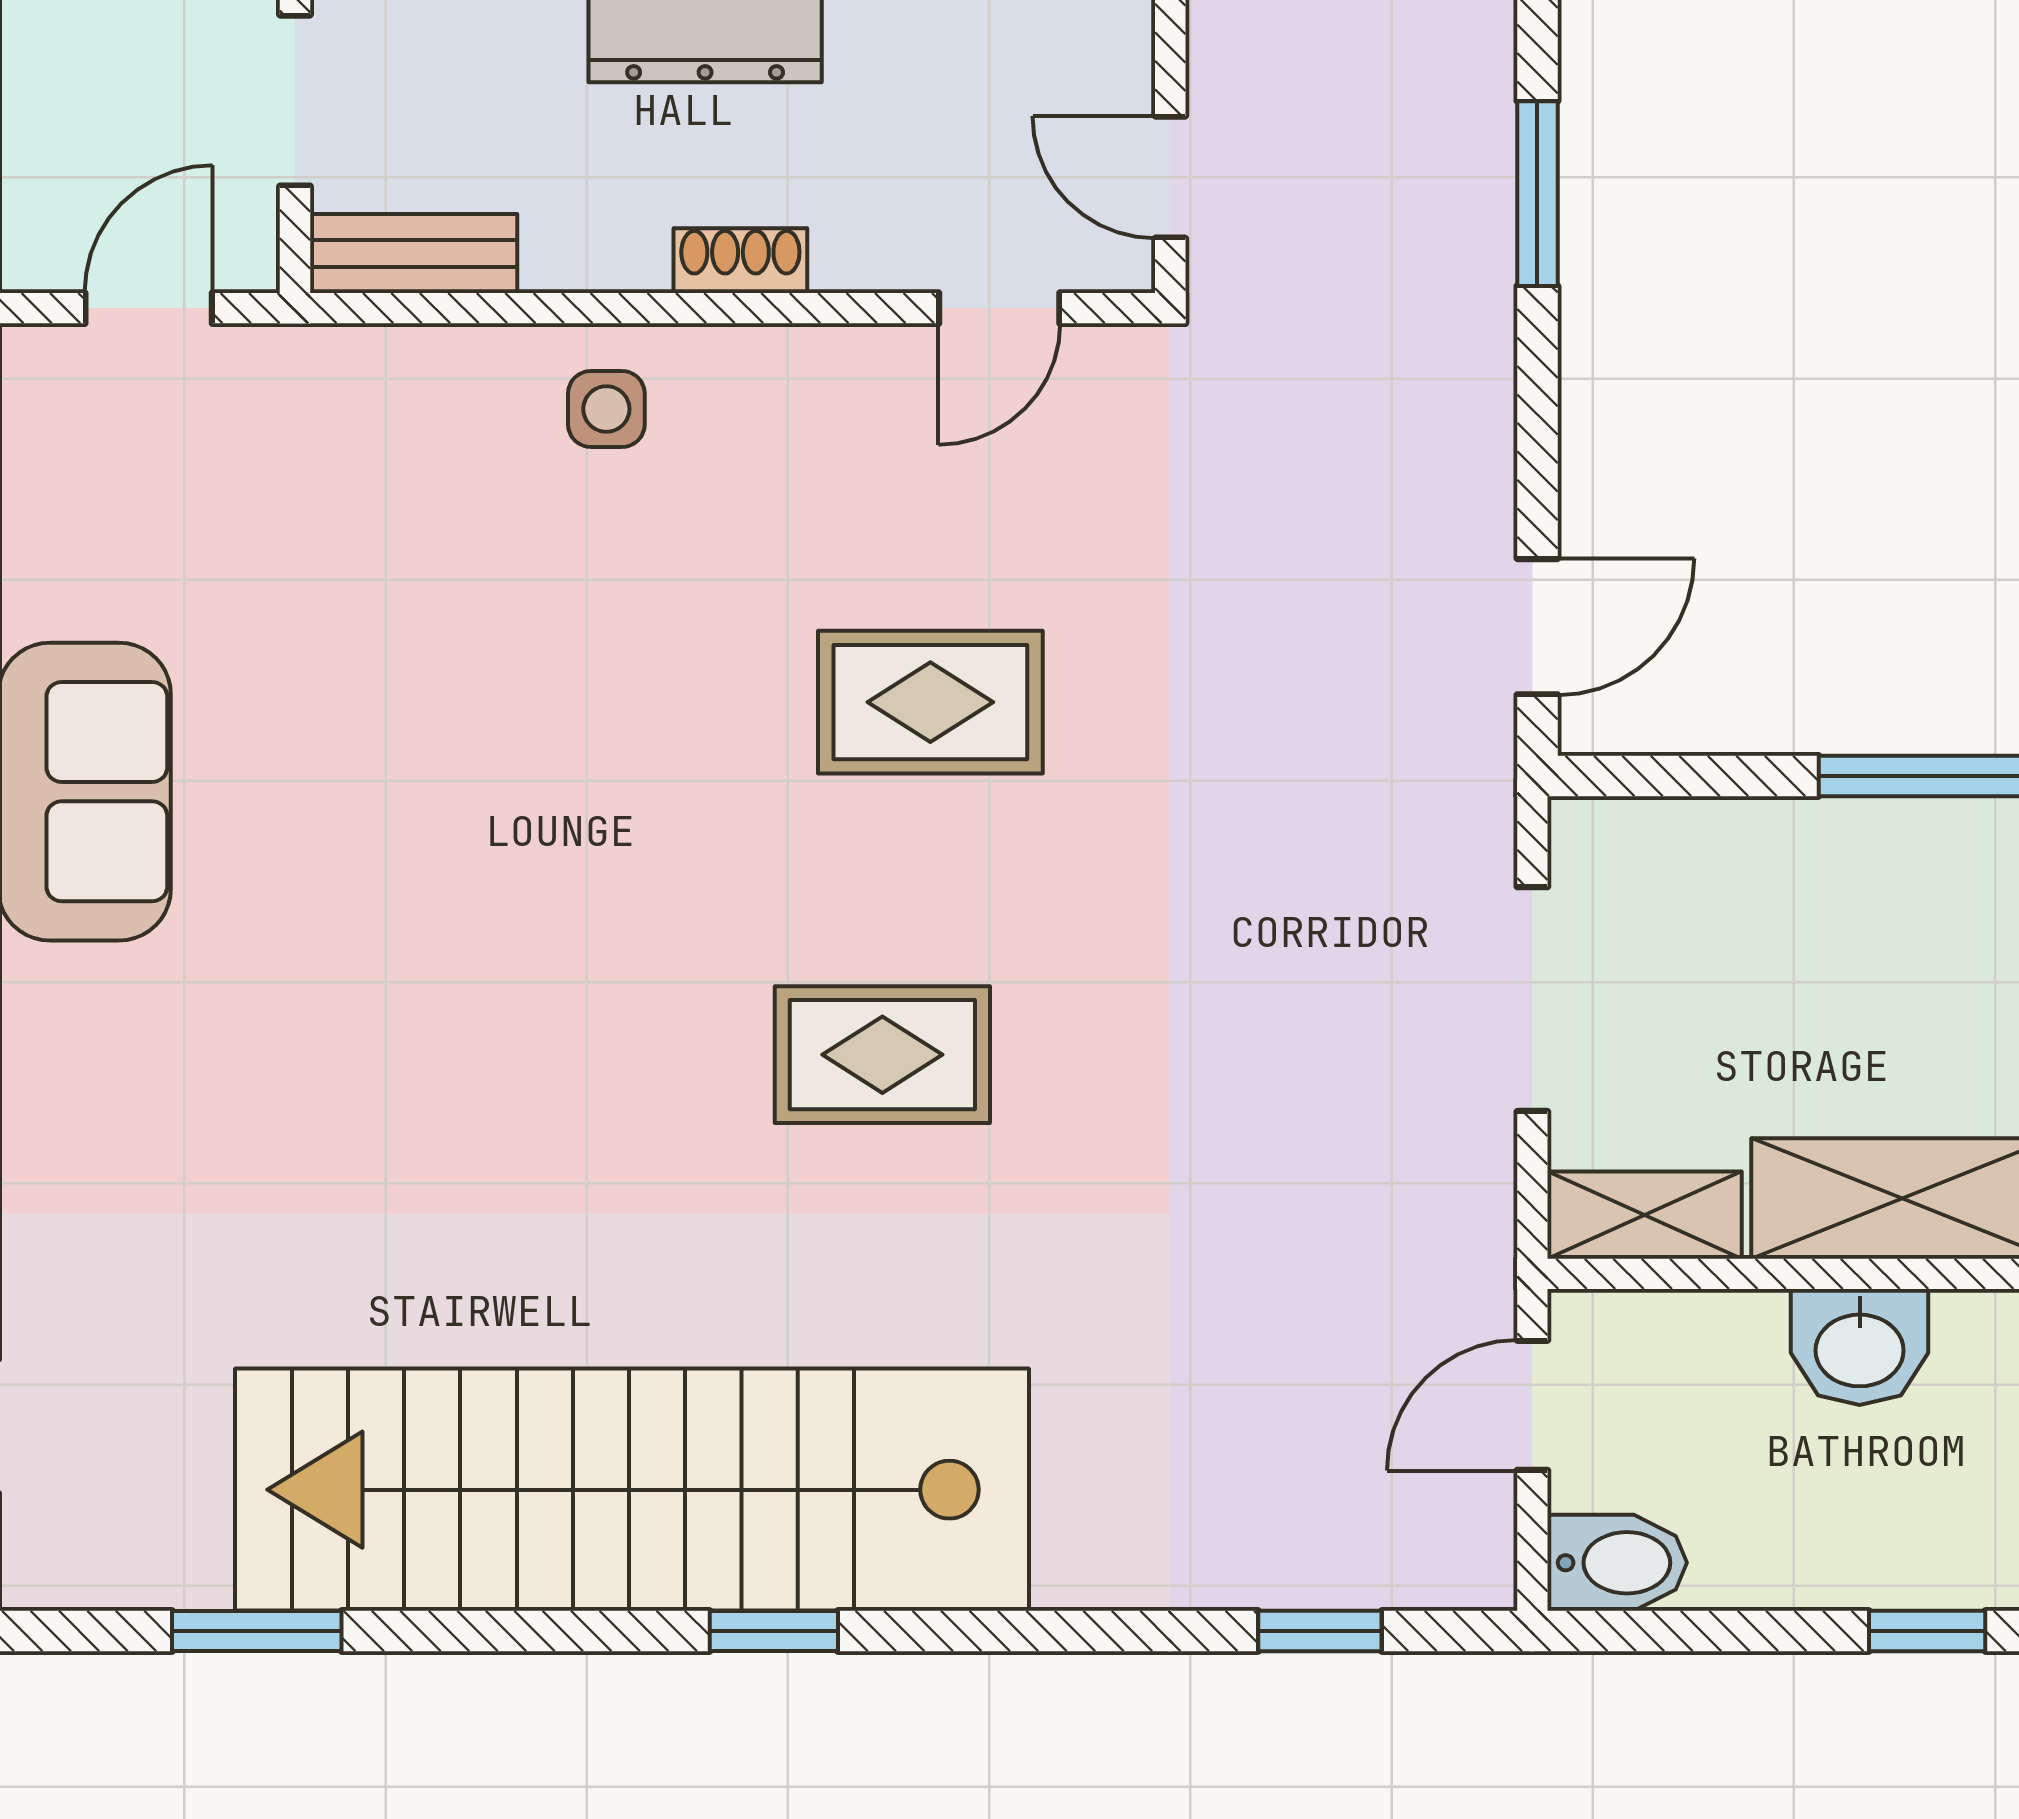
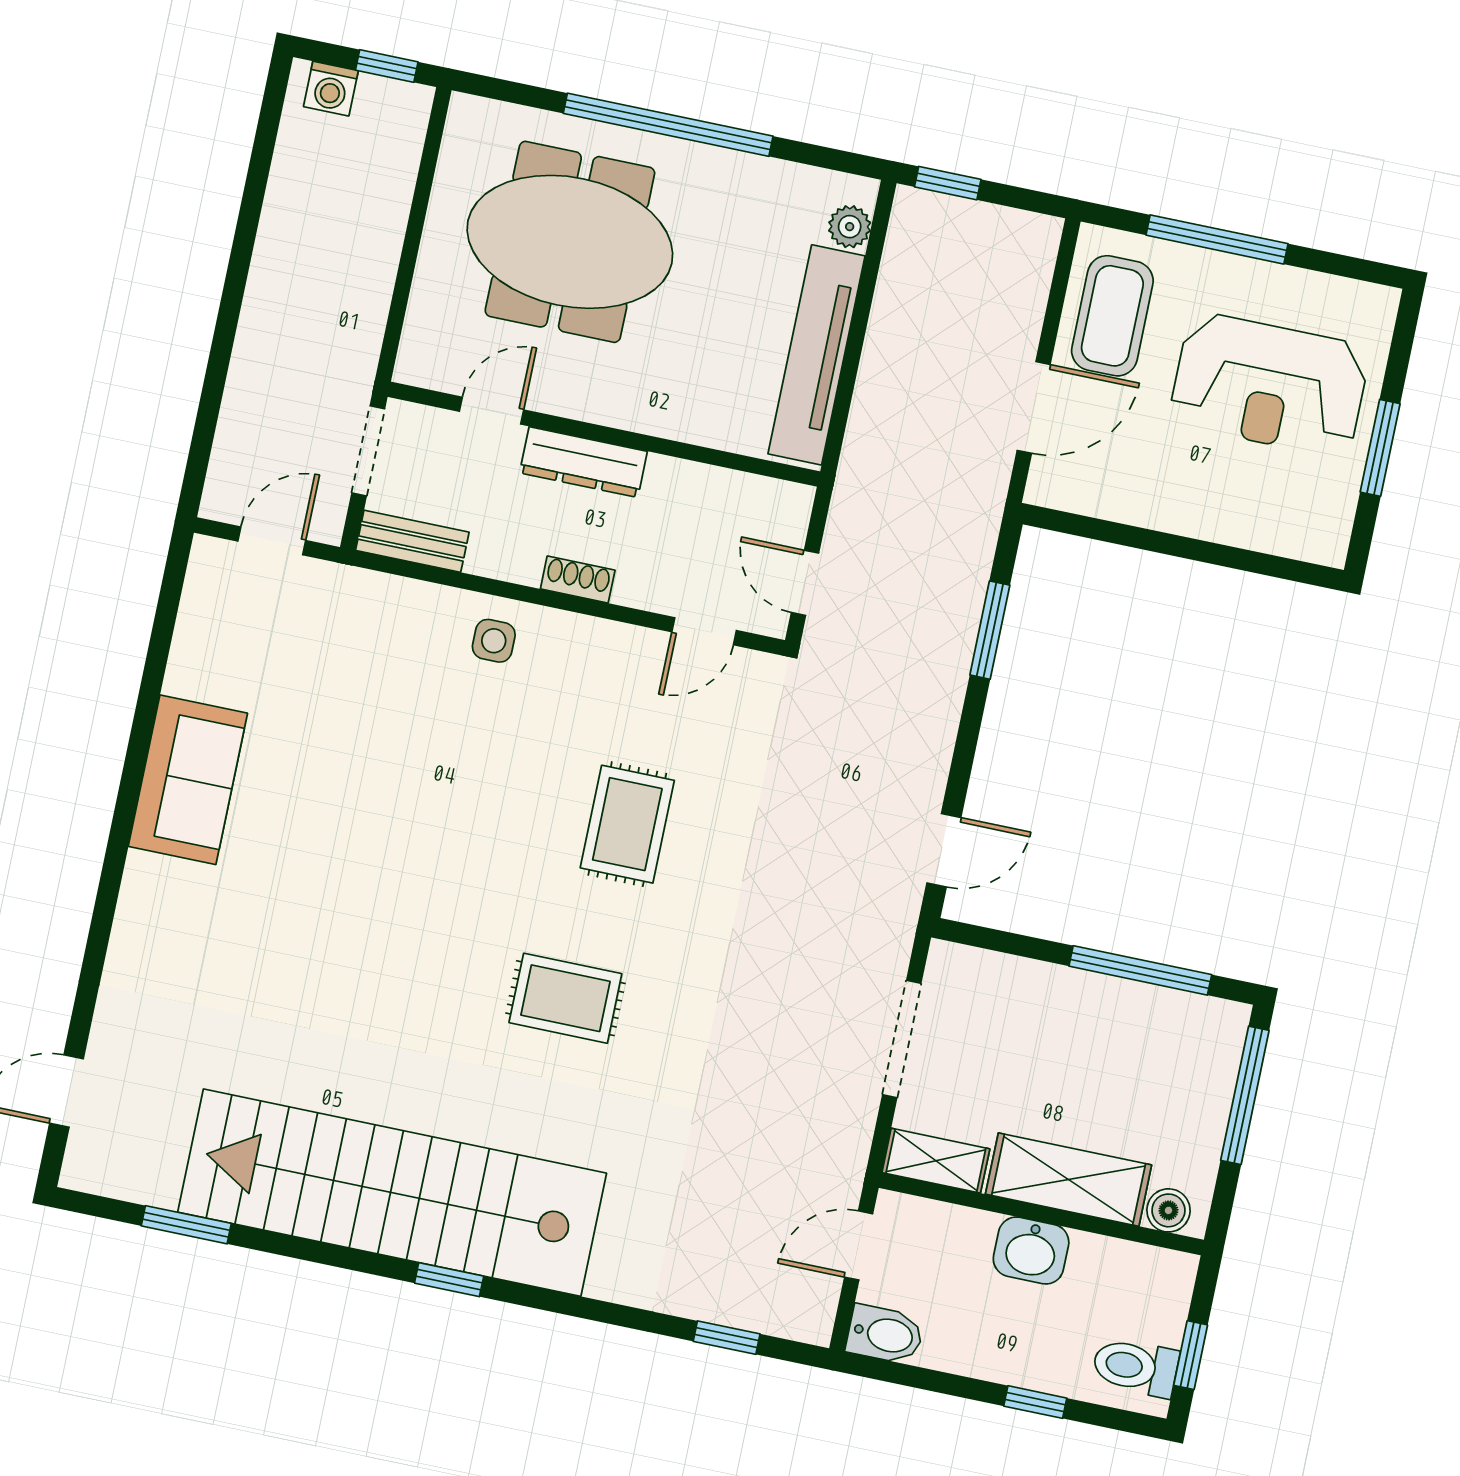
rug: (930, 702) -> (627, 824), turned 90

